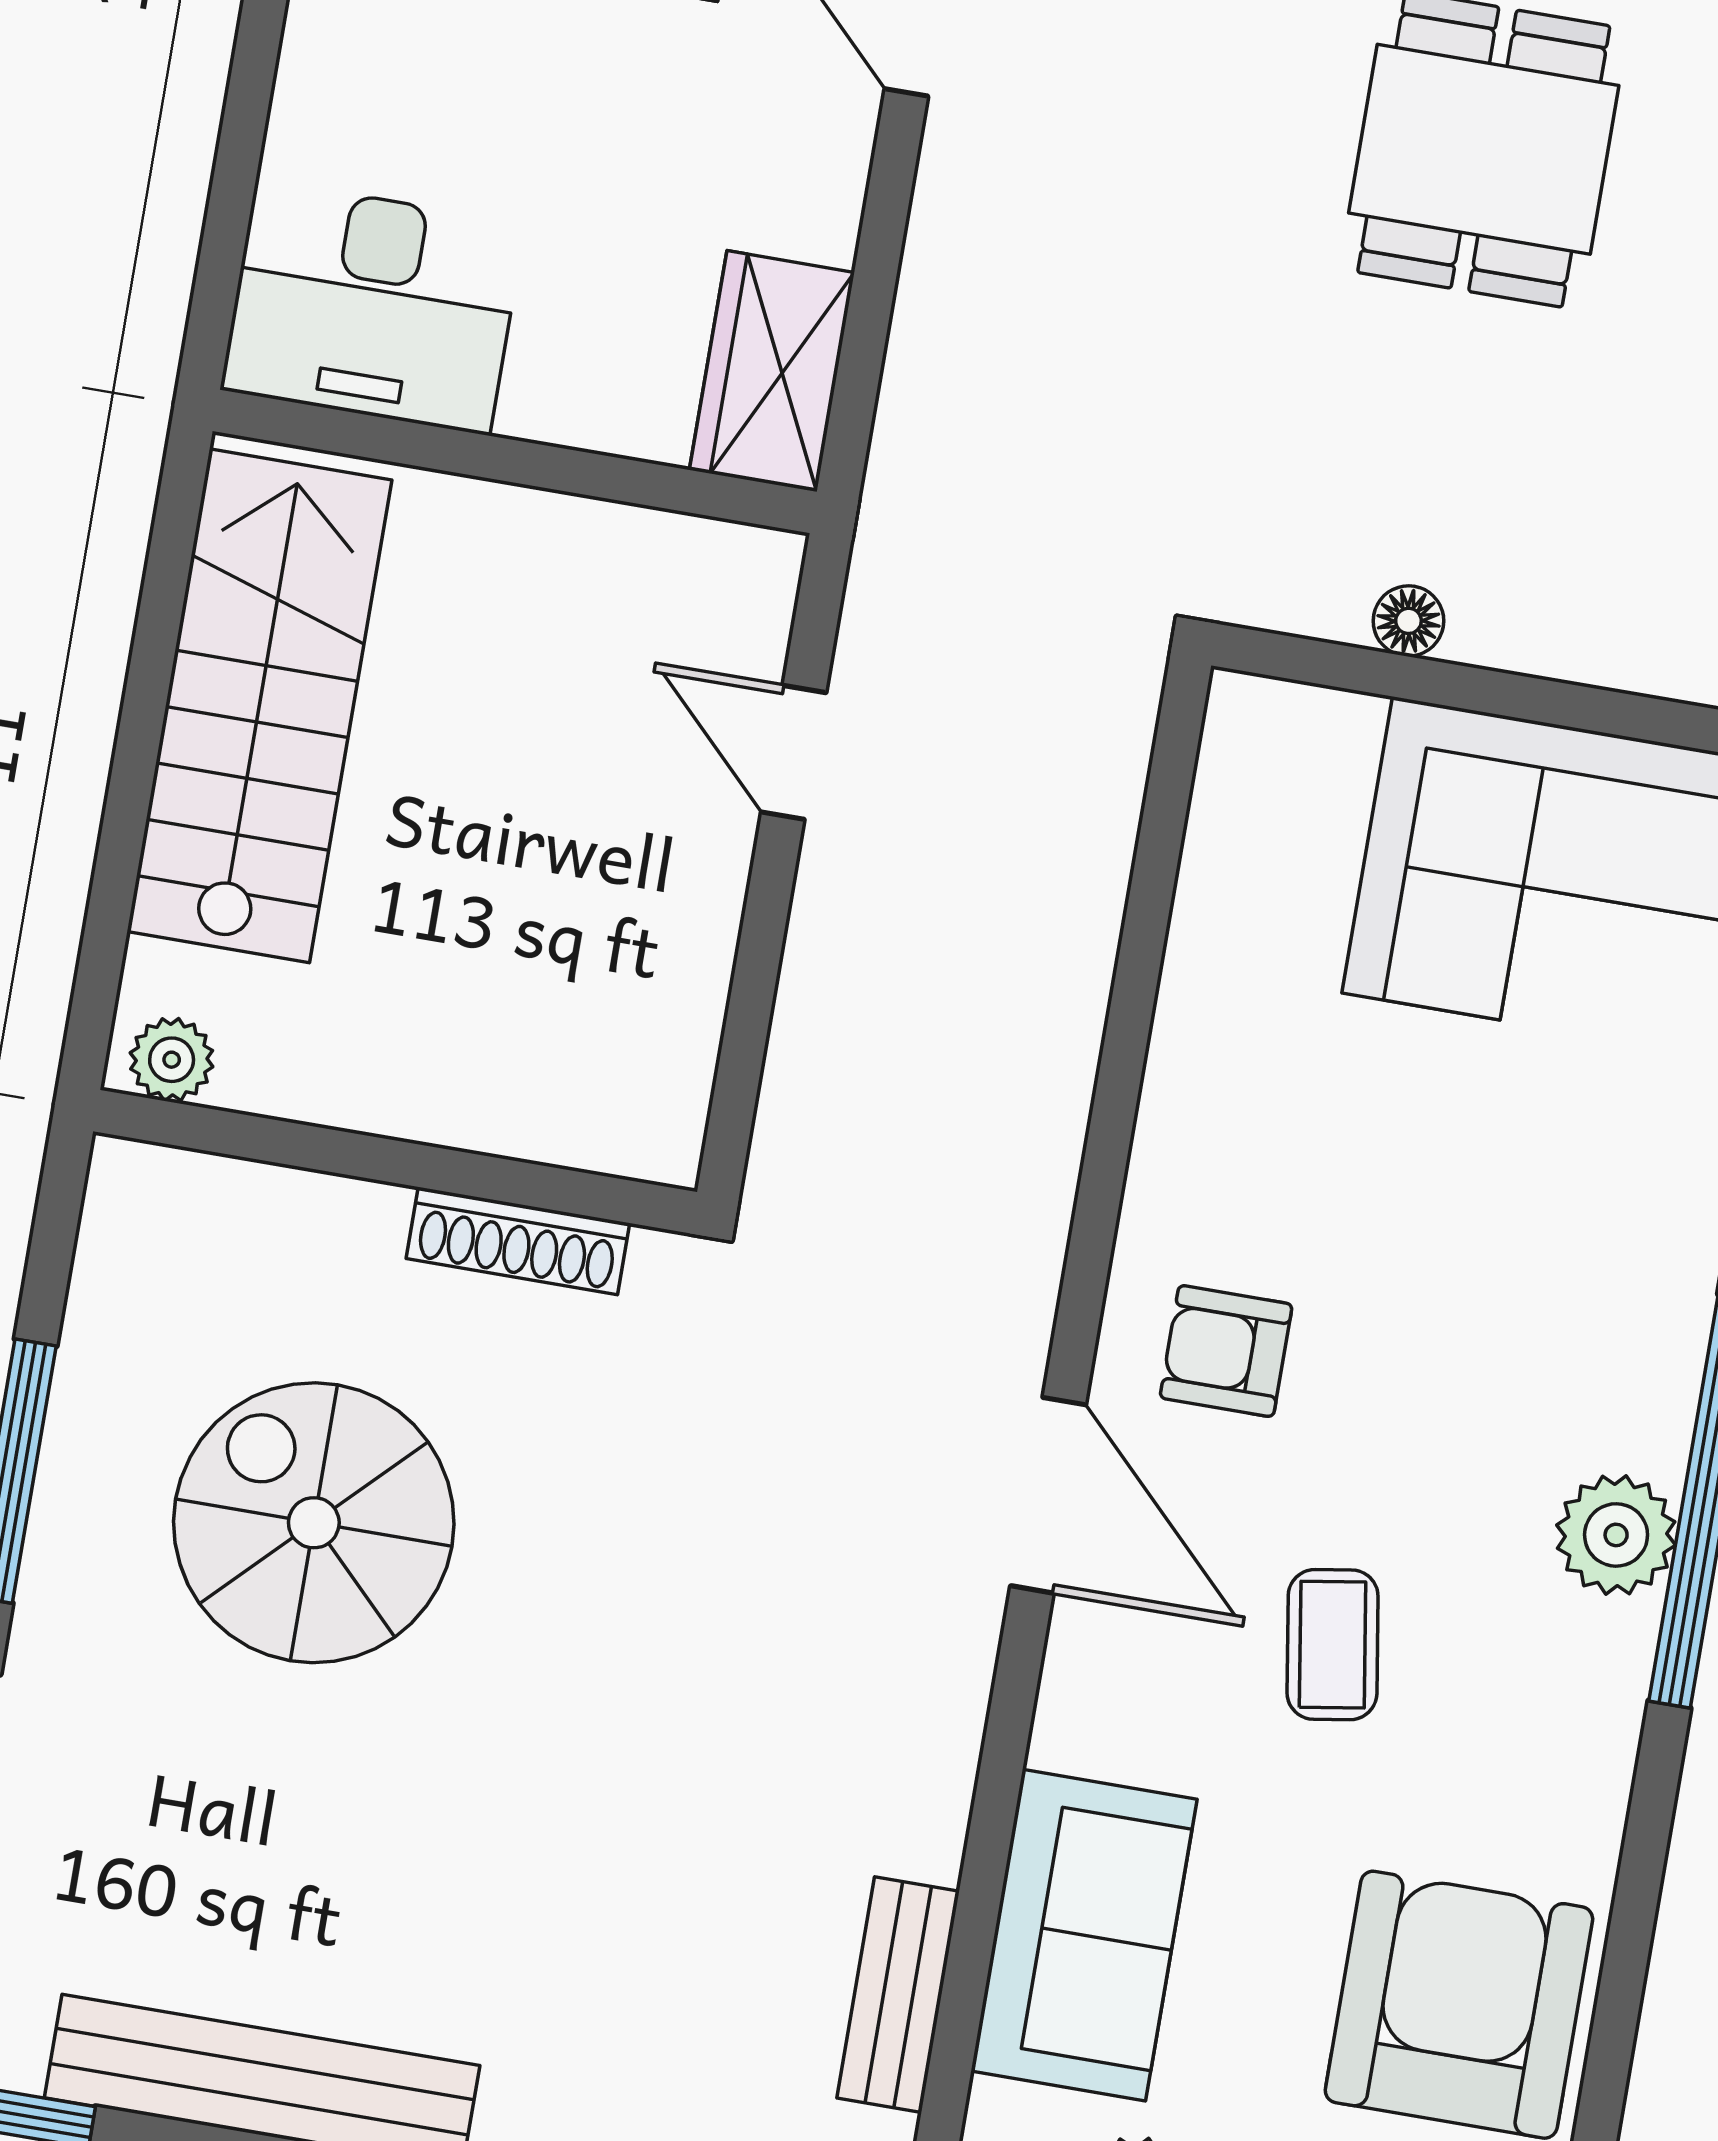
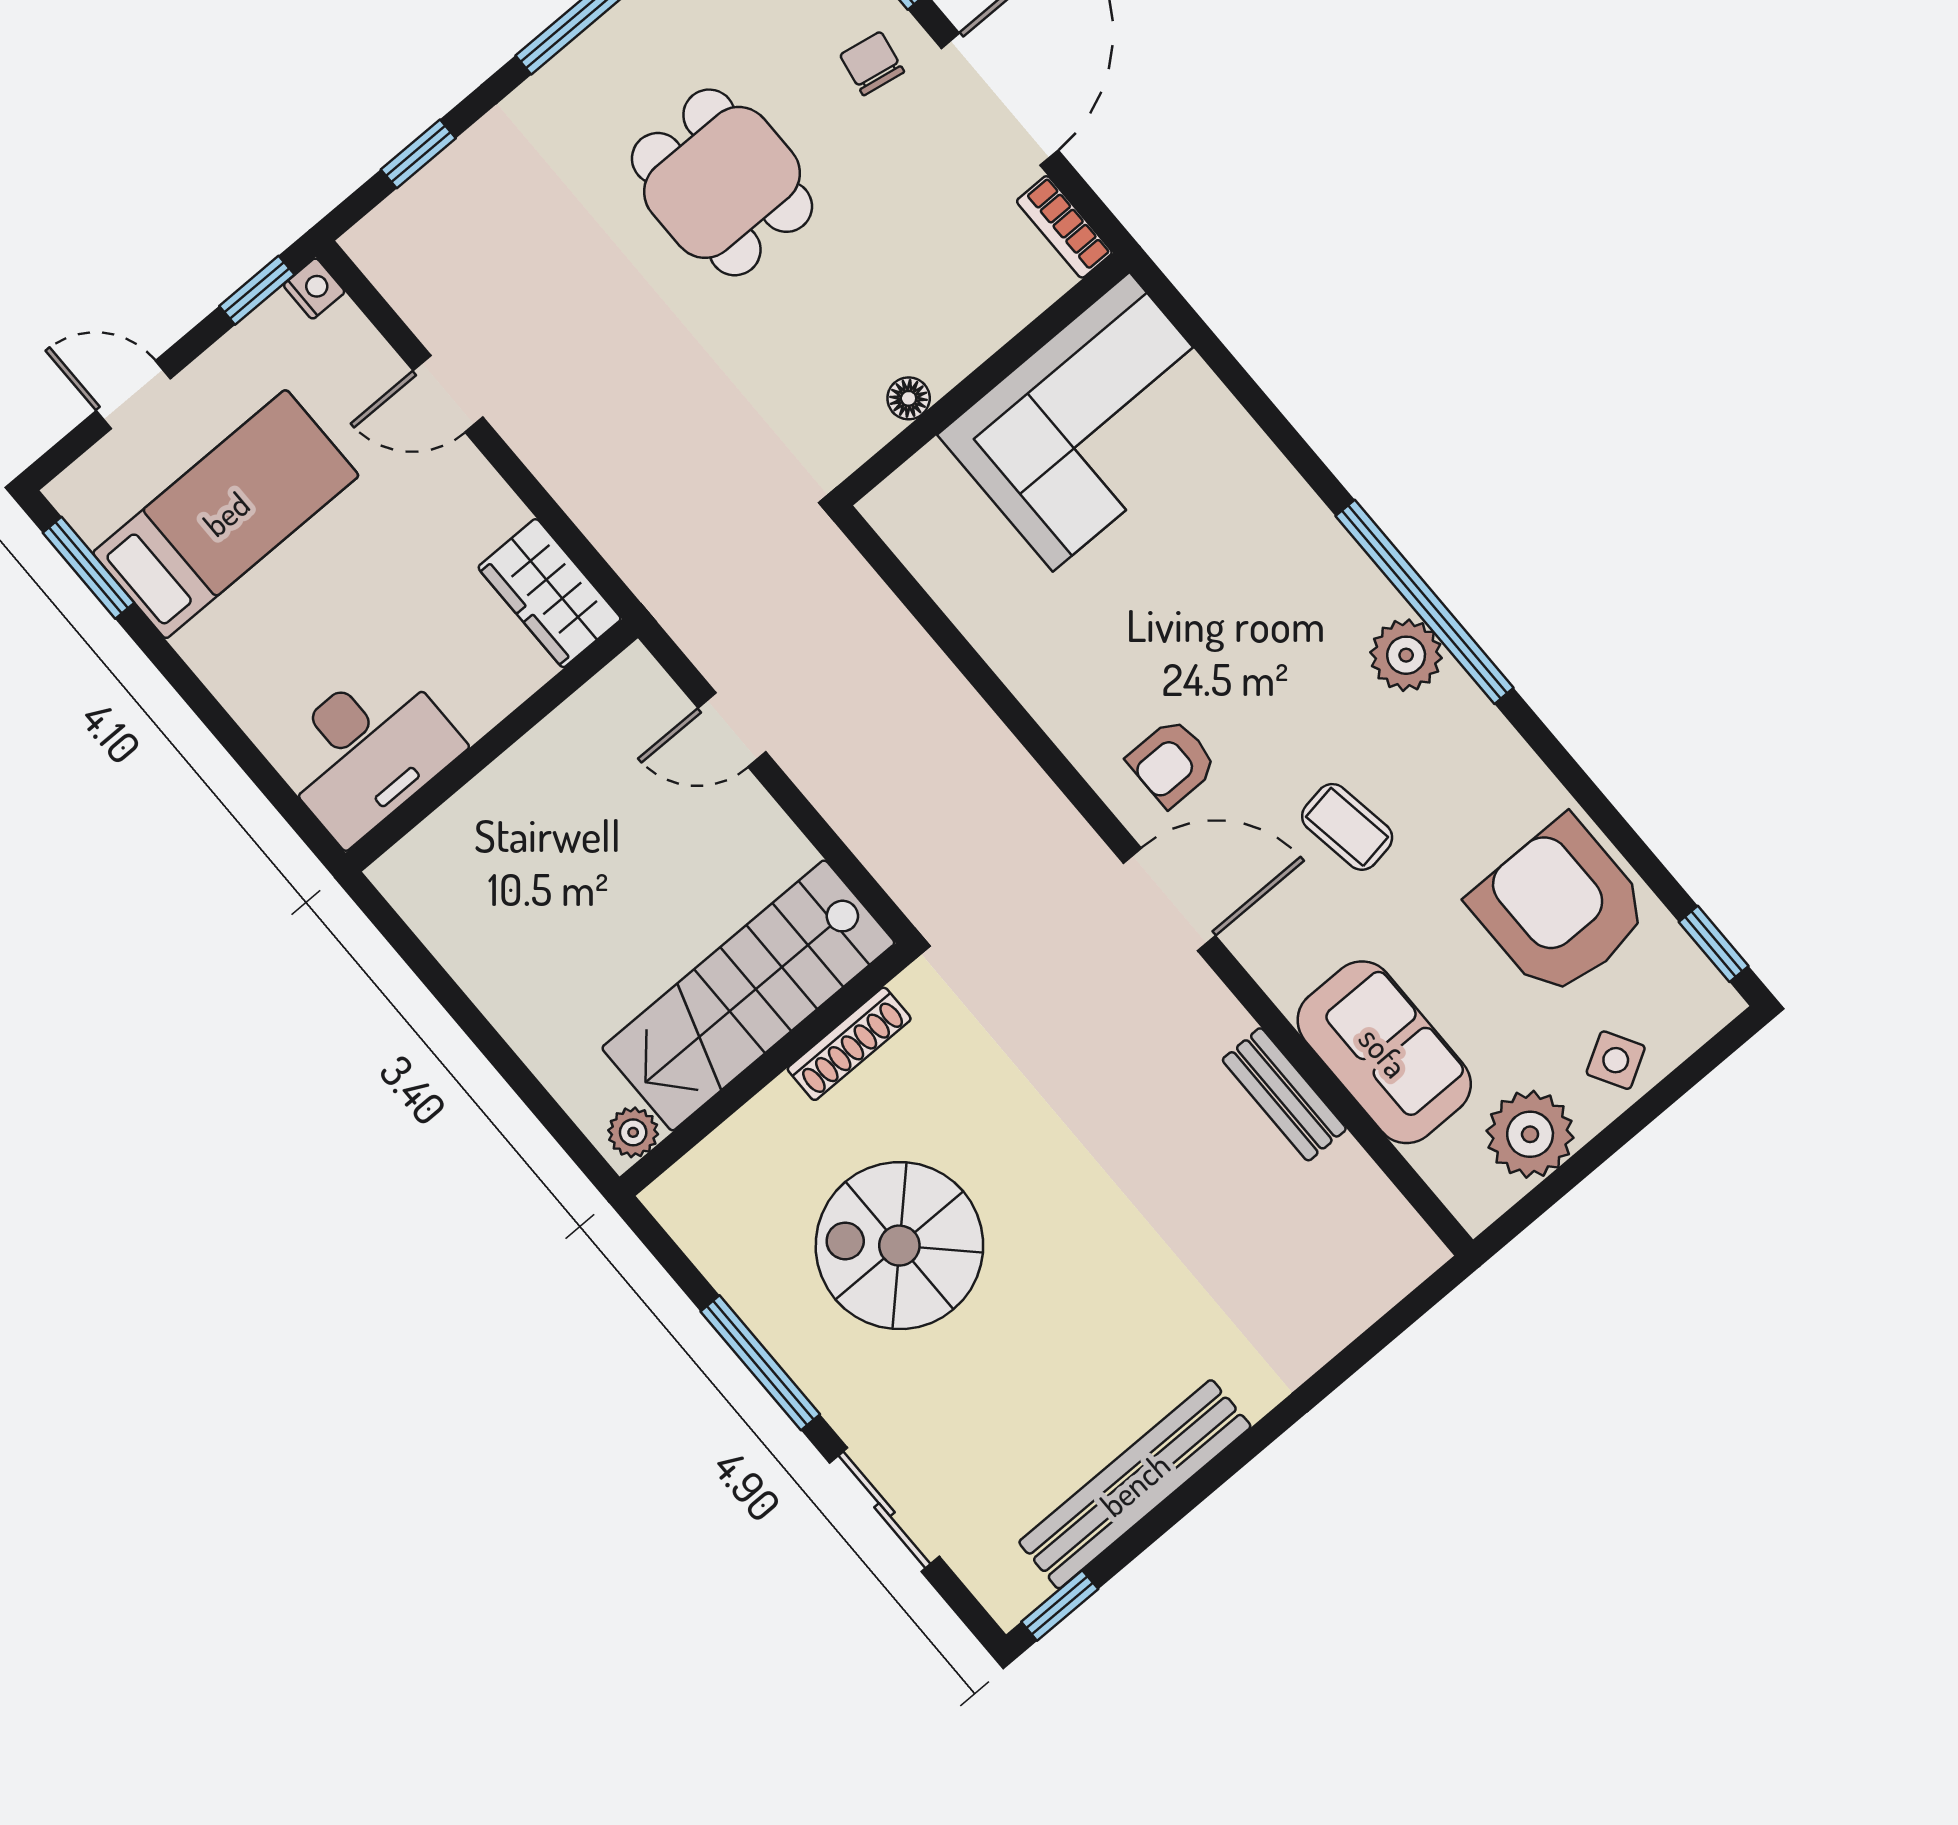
stairs: (259, 706) -> (748, 995), moved, turned -90
bench: (898, 1995) -> (1284, 1094), moved

